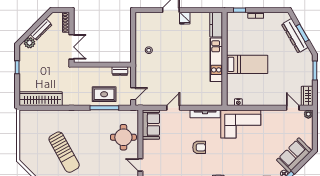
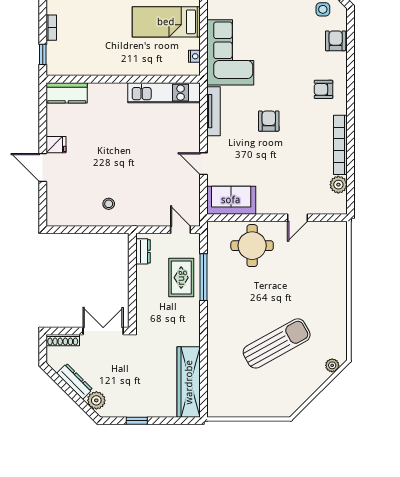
kitchen unit: (216, 60) -> (164, 93), moved
bed: (247, 64) -> (166, 22), moved, turned -90

